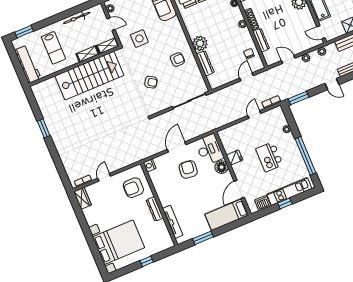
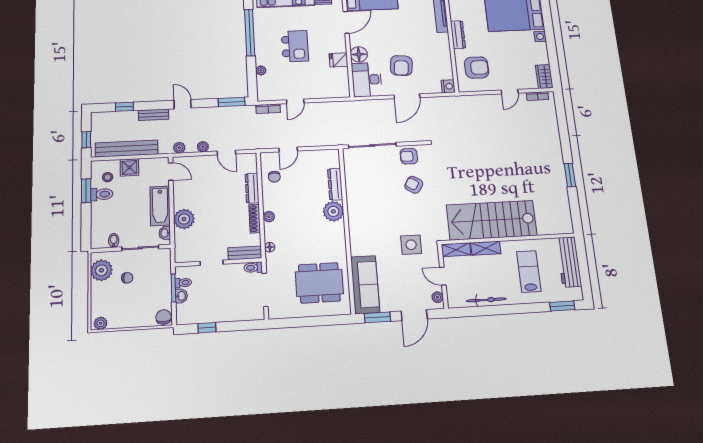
armchair: (177, 60) -> (409, 156), moved

